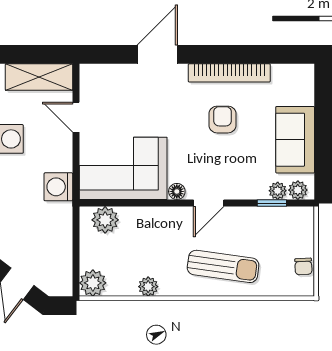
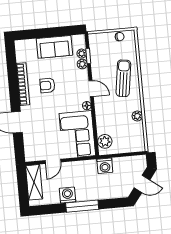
washing machine: (58, 187) -> (105, 166), moved
plant: (298, 190) -> (82, 64), moved
plant: (93, 283) -> (138, 145), removed

